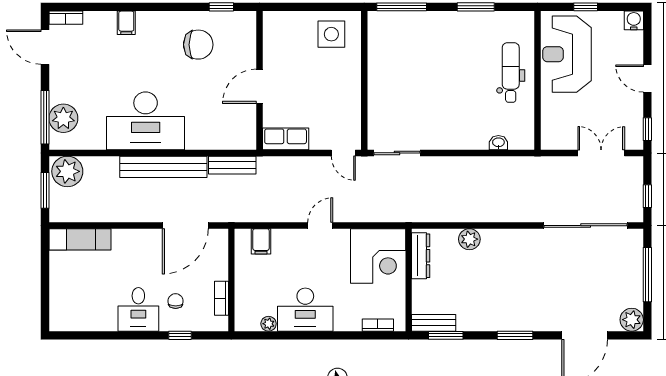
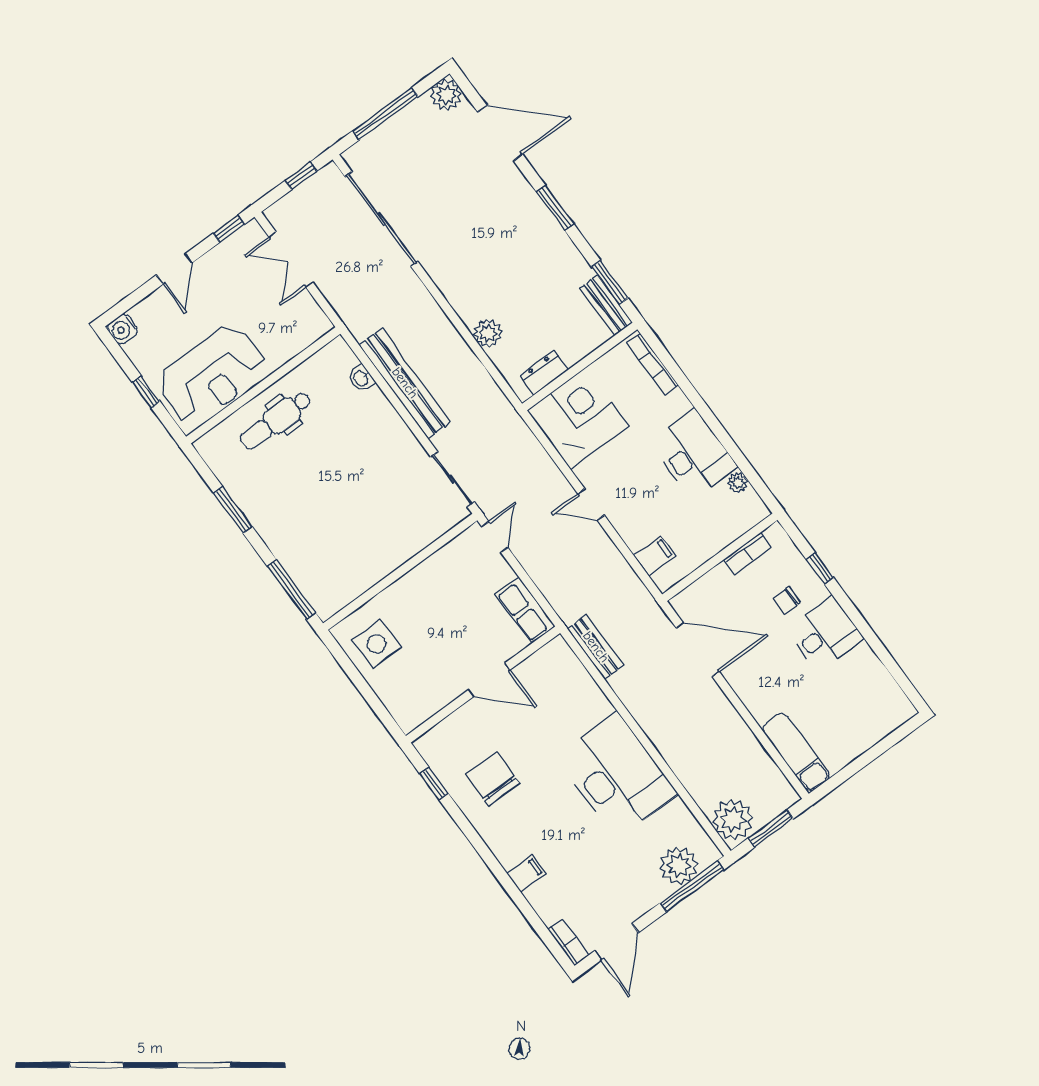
bench: (163, 167) -> (405, 383), moved
dresser: (421, 256) -> (544, 373), width x0.70
bookcase: (378, 325) -> (653, 364), width x1.56

